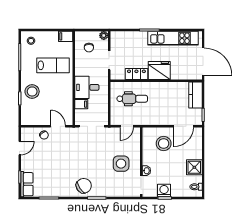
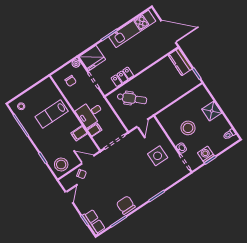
filing cabinet: (66, 36) -> (79, 133), moved
lab bench: (53, 65) -> (52, 114), turned 180
fridge: (159, 71) -> (92, 58), moved, turned 180
stool: (32, 91) -> (61, 164), moved
dental chair: (132, 99) -> (132, 99), turned 43
door: (184, 126) -> (187, 93), removed
stool: (164, 144) -> (188, 128), moved
shower: (194, 167) -> (212, 111), moved
chair: (84, 186) -> (126, 205), moved, turned -57

